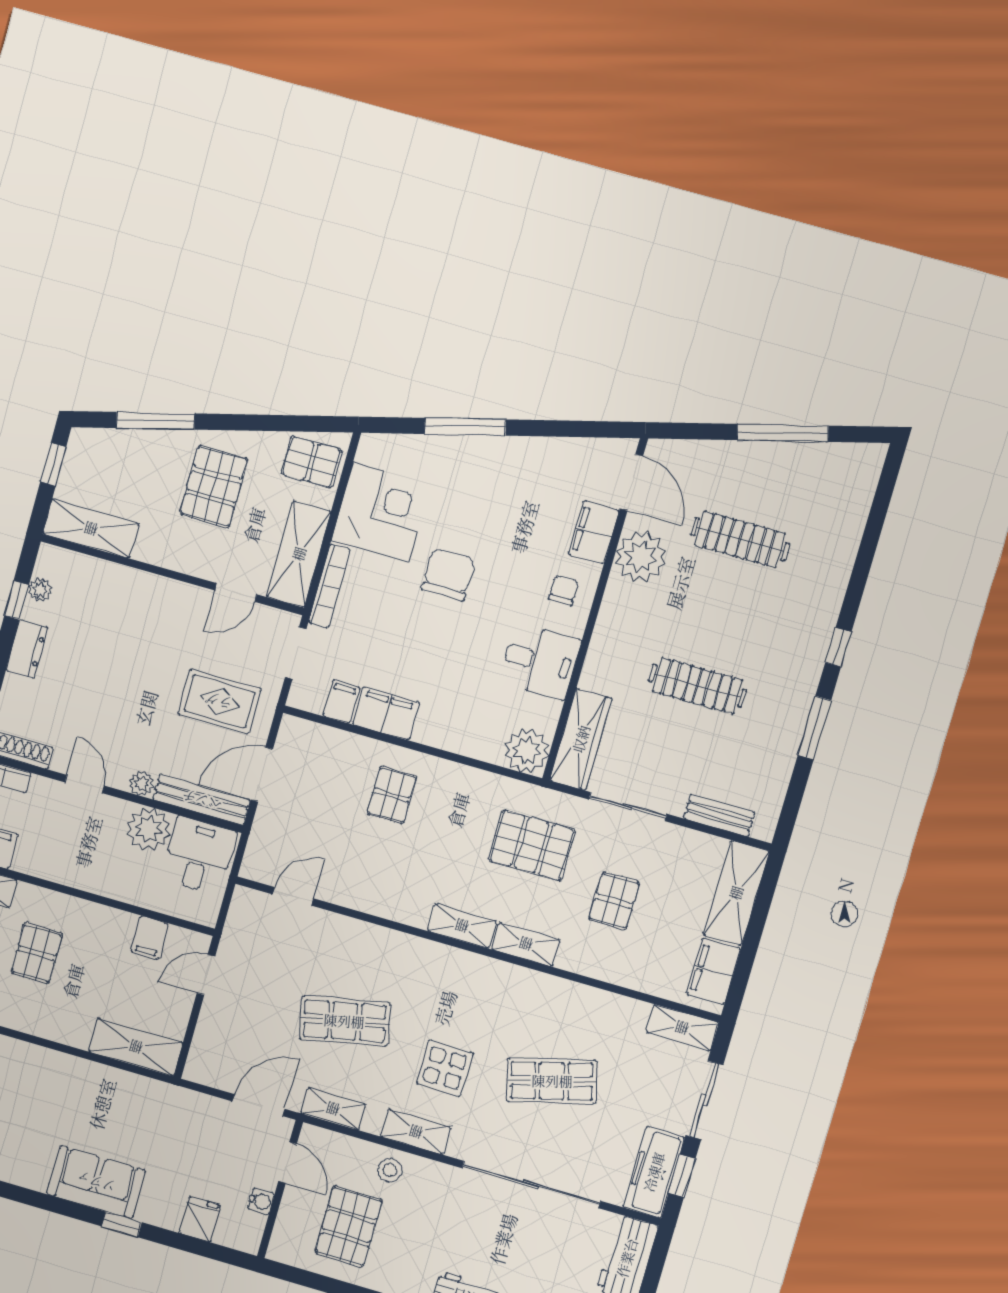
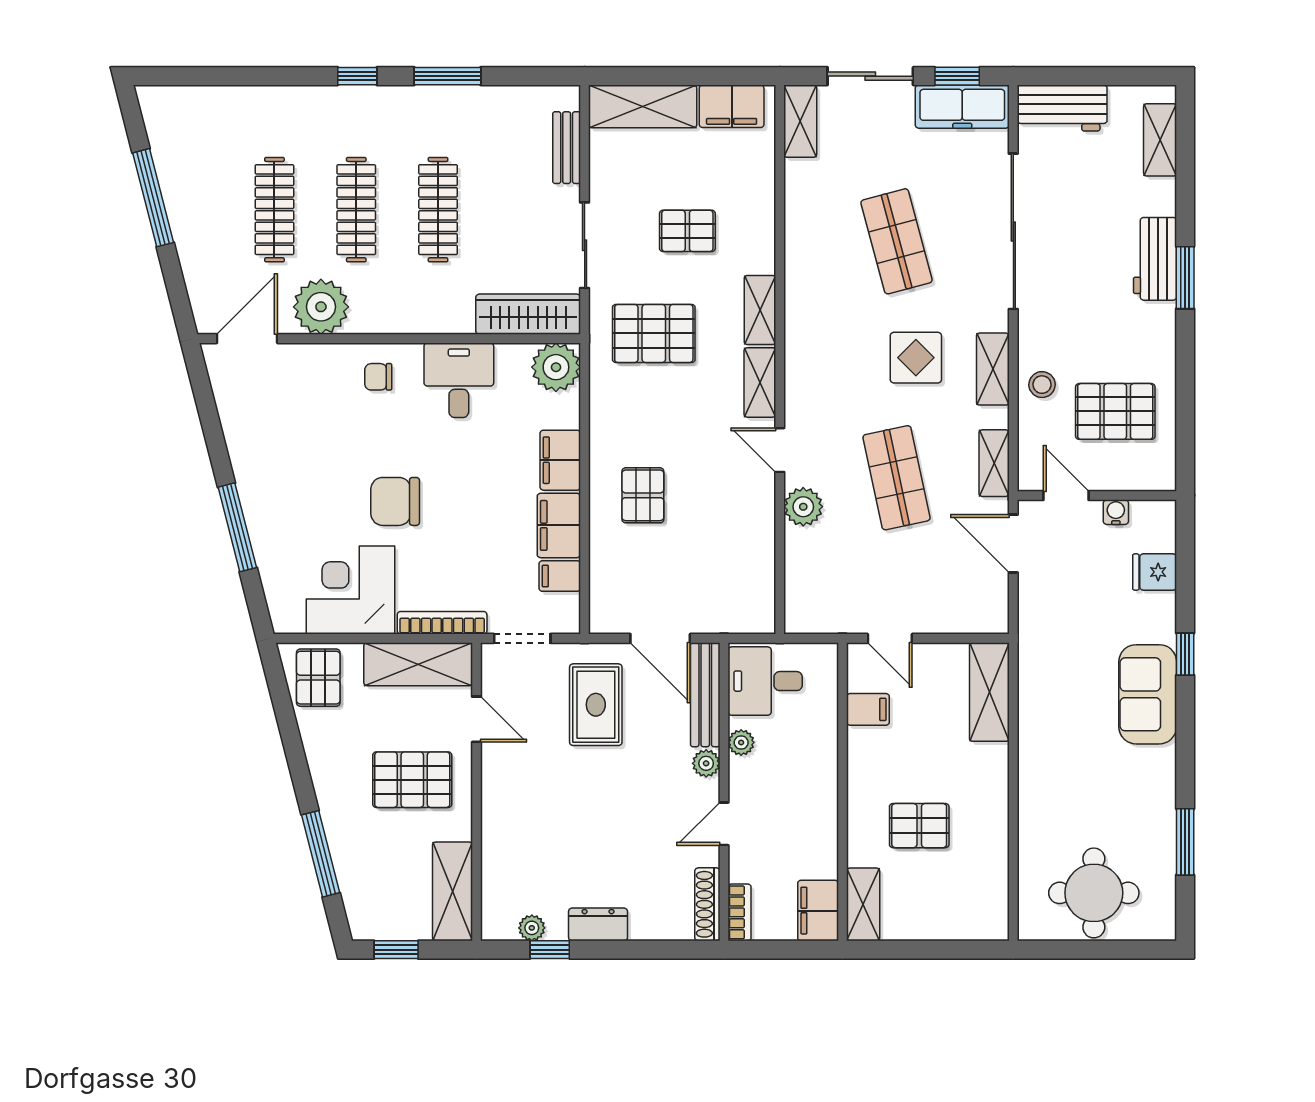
pallet: (214, 486) -> (412, 780), moved
filing cabinet: (594, 532) -> (560, 460), moved, turned 90
clothes rail: (719, 613) -> (356, 210), added
pallet: (392, 795) -> (643, 495), turned 90
plant: (148, 829) -> (741, 742), width x0.53, depth x0.53
pallet: (532, 845) -> (654, 333), turned 90
door: (293, 896) -> (780, 450), moved
plant: (342, 933) -> (803, 507), added
door: (288, 1163) -> (1066, 495), hinge flipped

